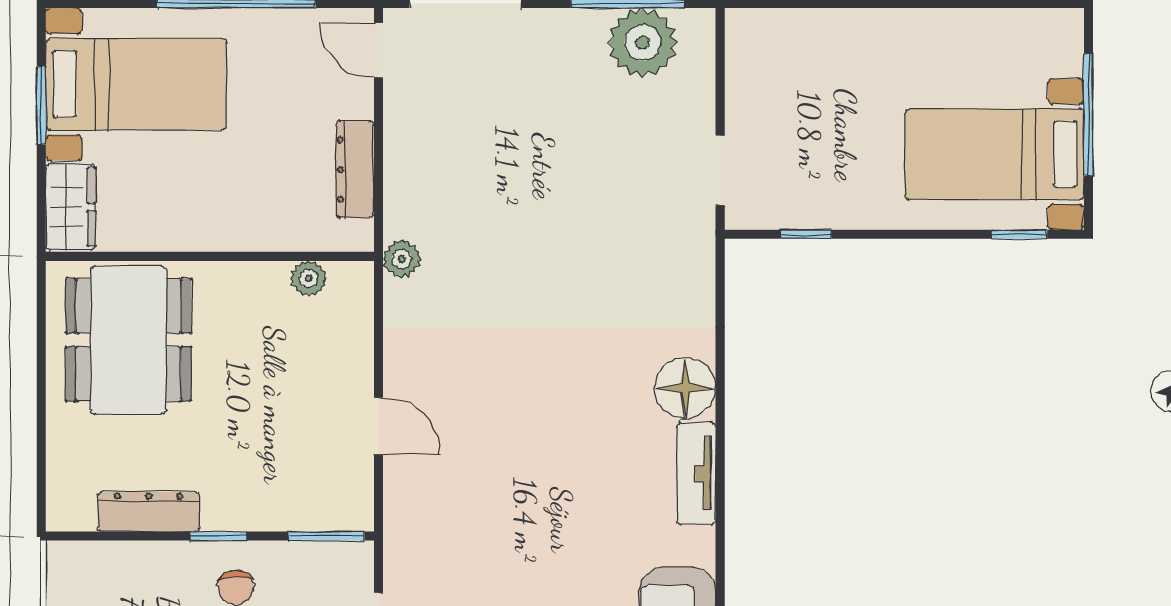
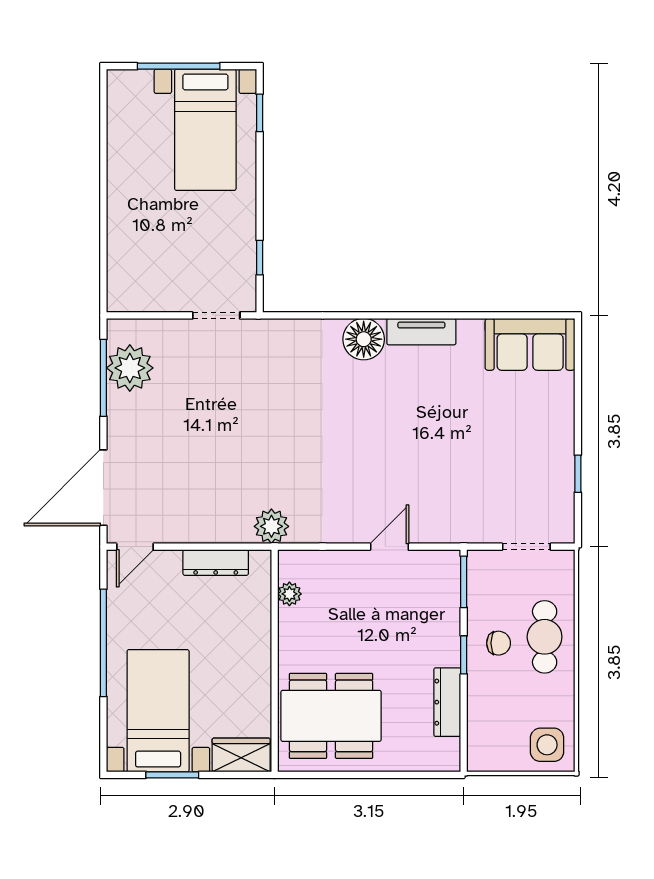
plant: (402, 259) -> (271, 526), width x1.38, depth x1.38

